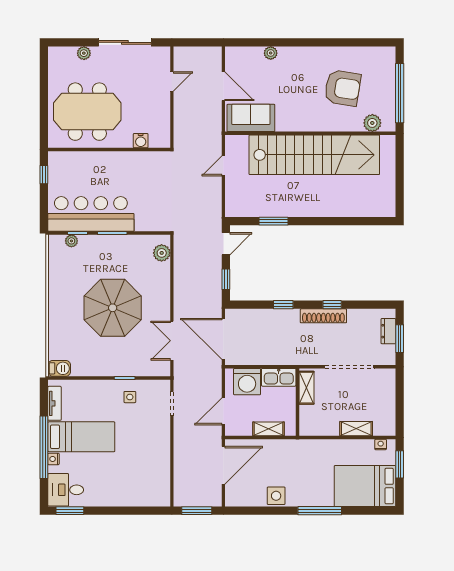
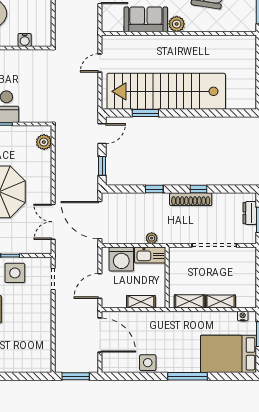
sofa: (251, 118) -> (146, 19), moved
plant: (372, 123) -> (177, 24), moved
stairs: (314, 155) -> (166, 91), moved, turned 180
plant: (280, 359) -> (152, 238), added
shelving: (306, 388) -> (190, 301), moved, turned 90
side table: (130, 397) -> (15, 273), width x1.87, depth x1.87
door: (223, 465) -> (100, 335), hinge flipped

